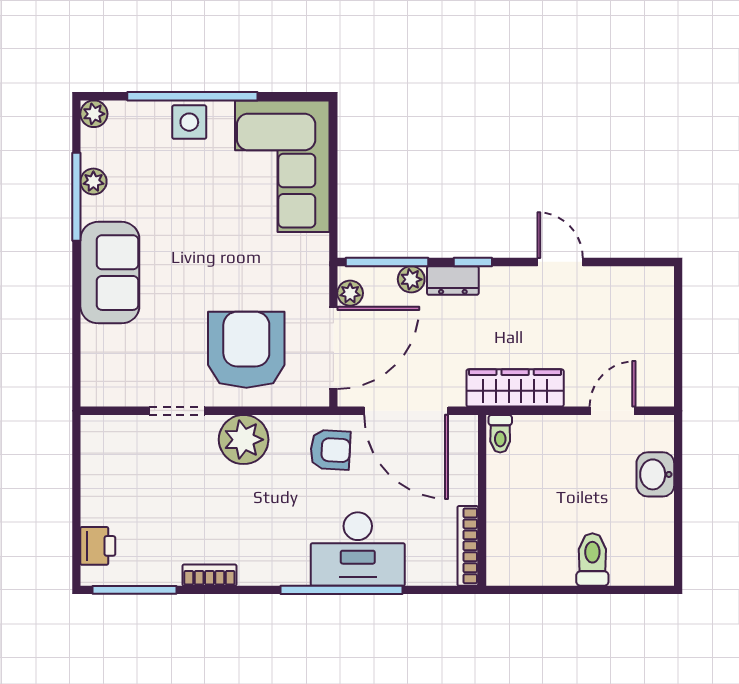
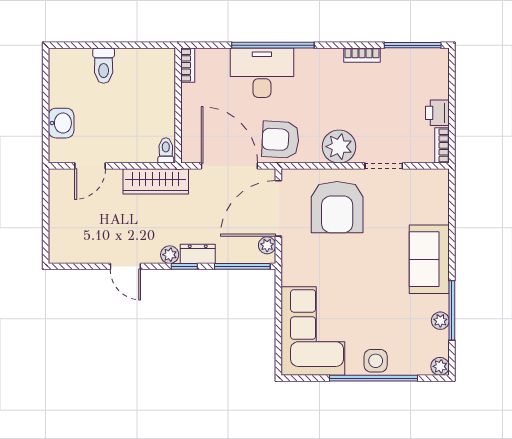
plant: (411, 279) -> (170, 255), moved
bookcase: (91, 441) -> (442, 145), added
armchair: (330, 450) -> (280, 140), width x1.38, depth x1.38
printer: (98, 546) -> (437, 113), moved
bookcase: (468, 546) -> (188, 65), width x0.64

